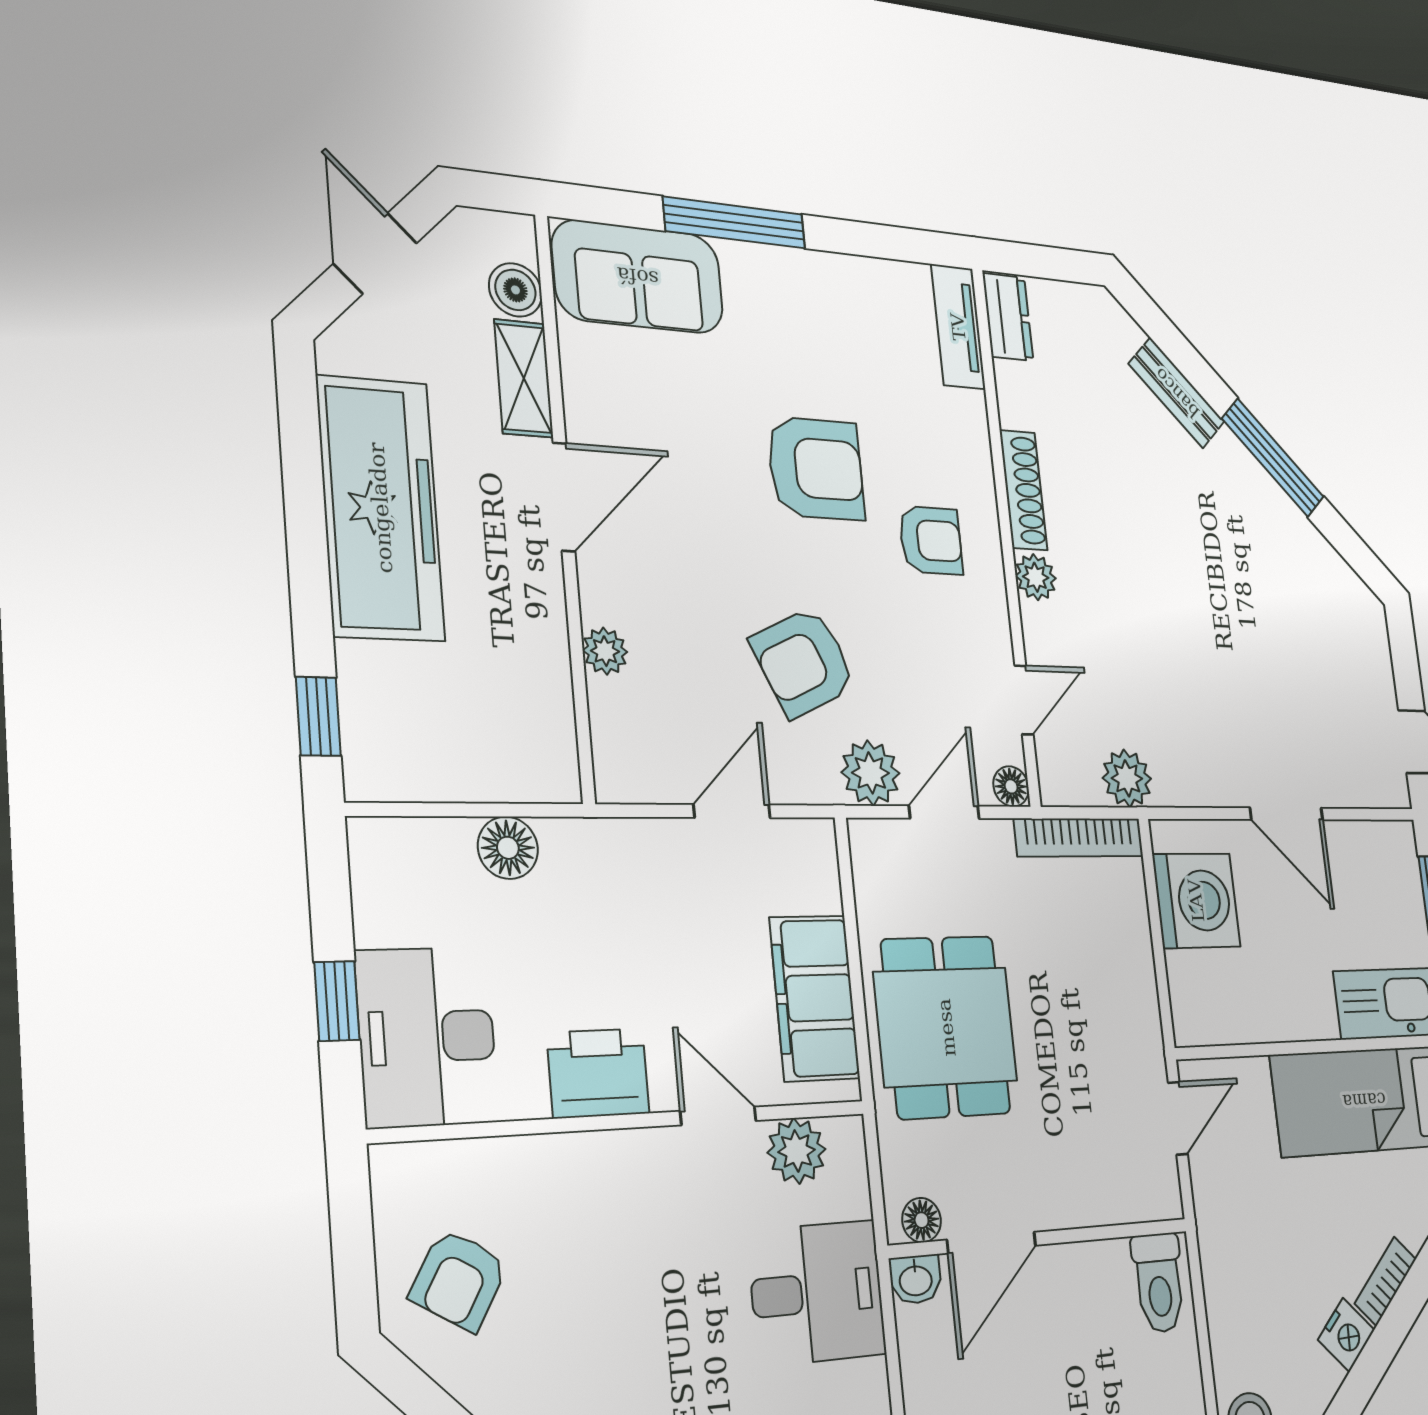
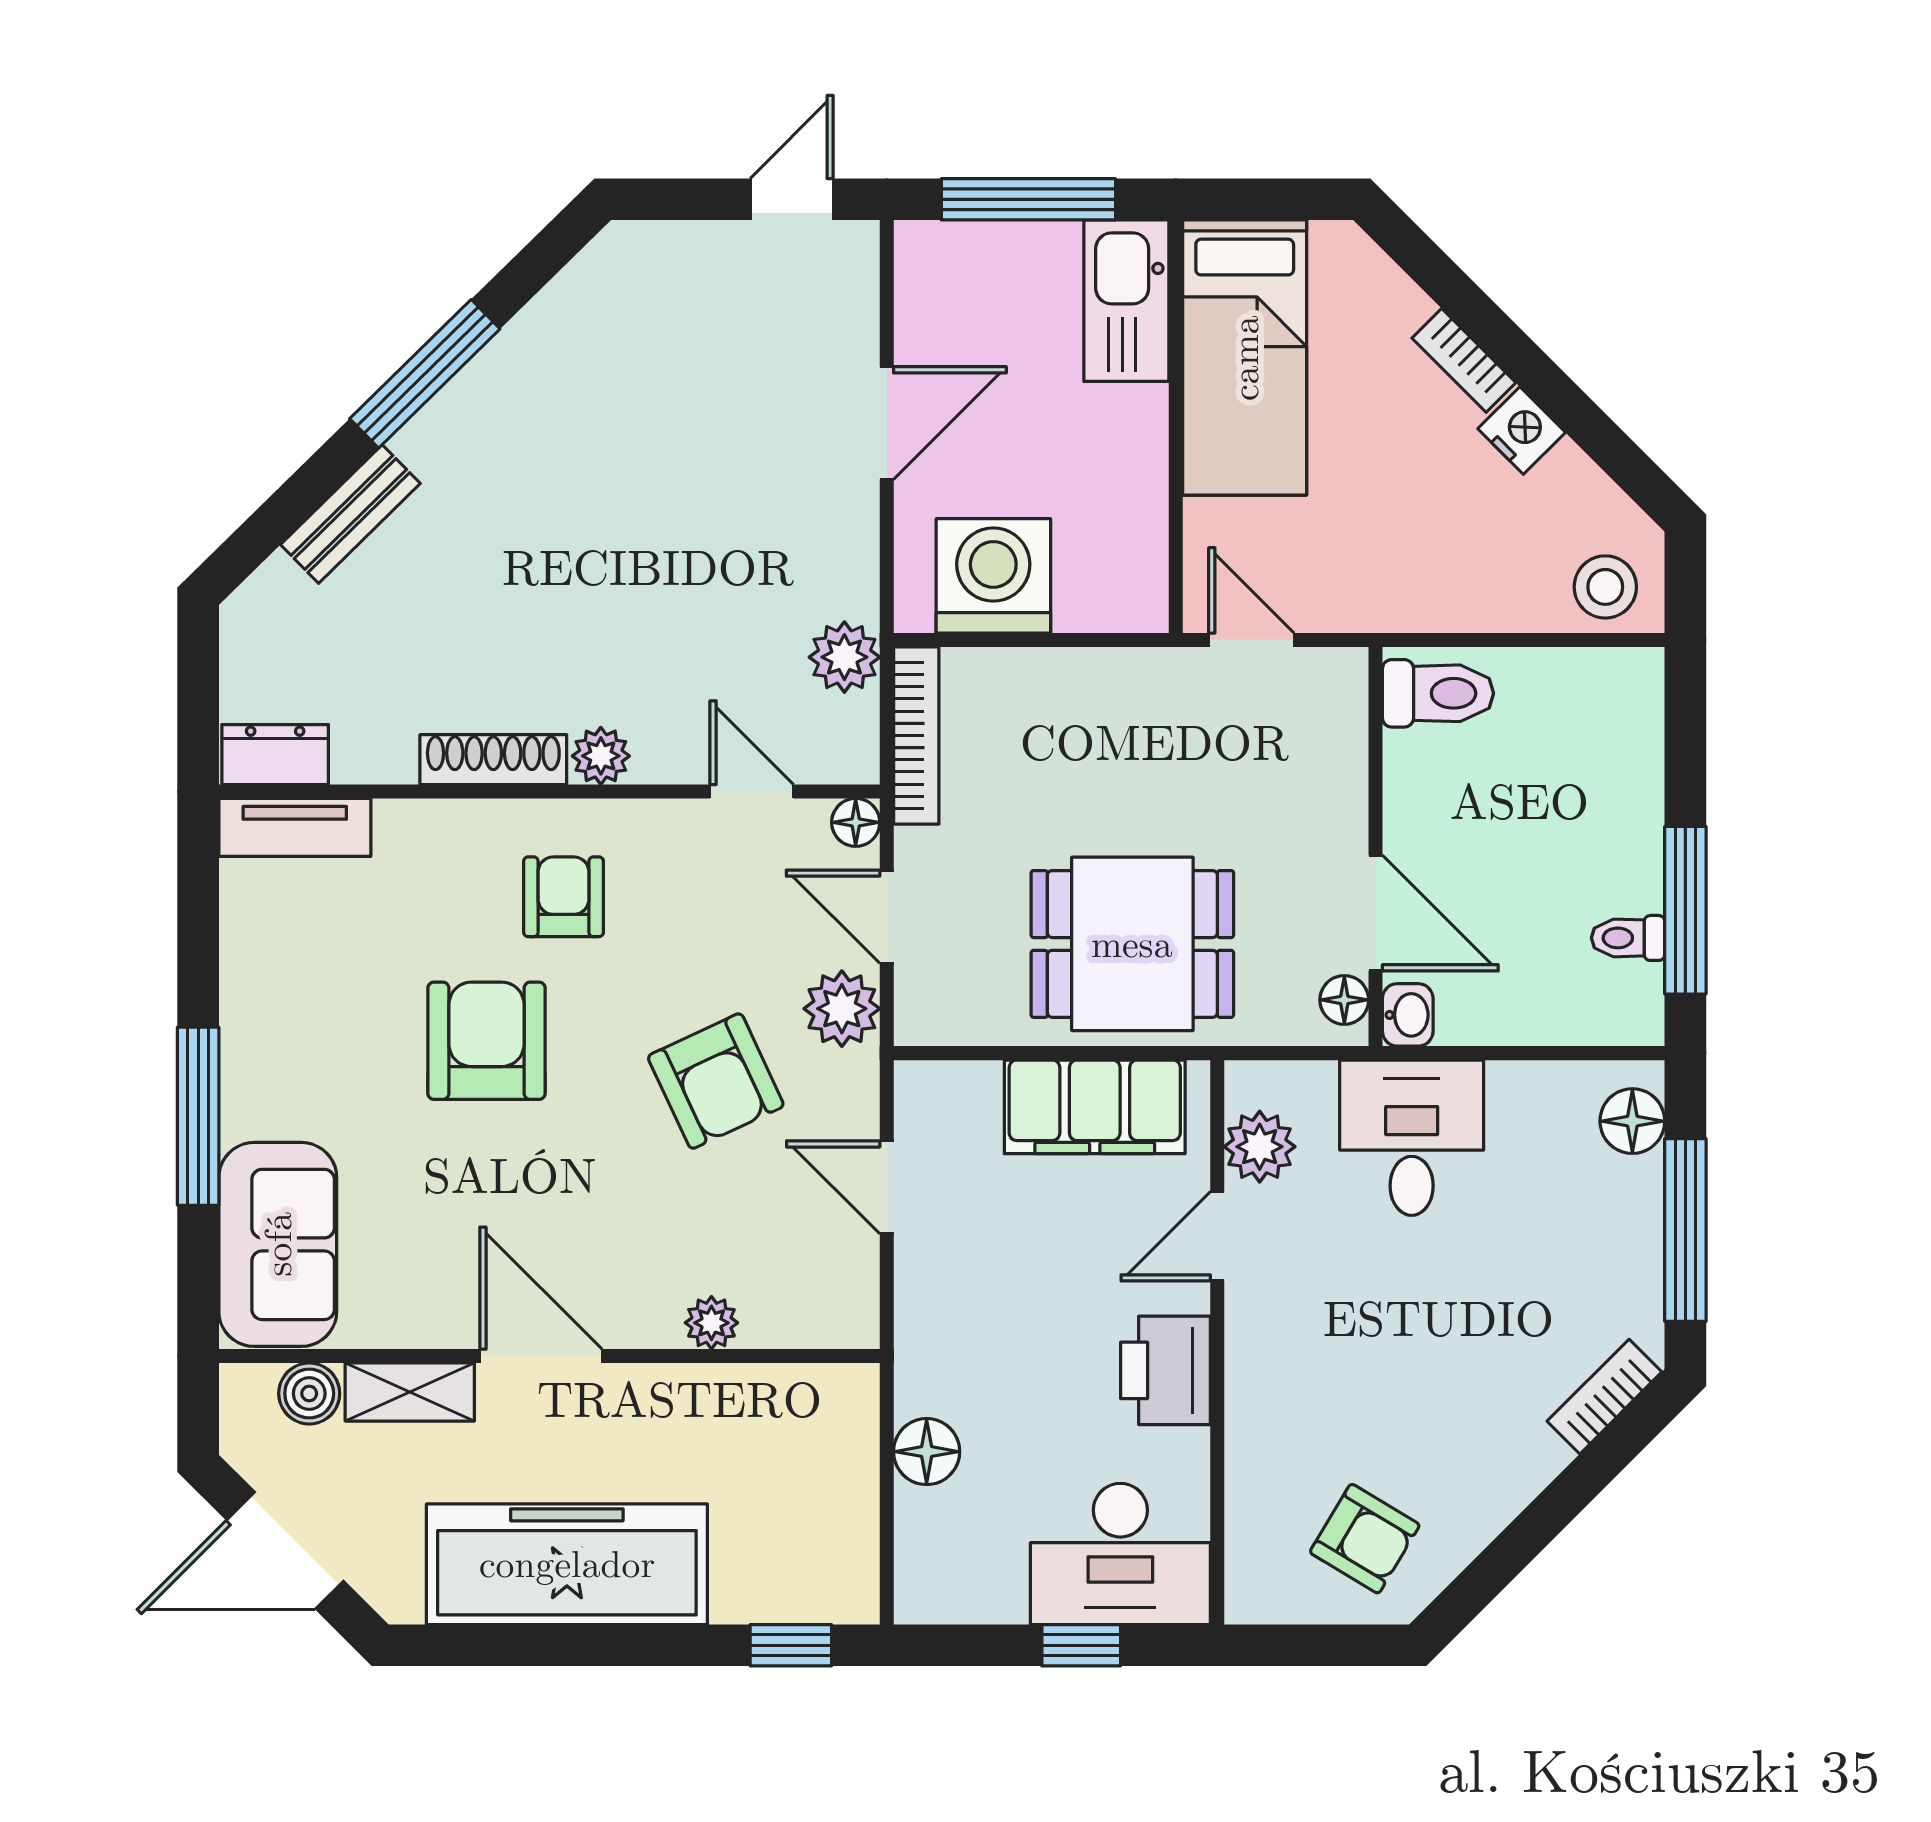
door: (375, 253) -> (285, 1550), width x1.38

